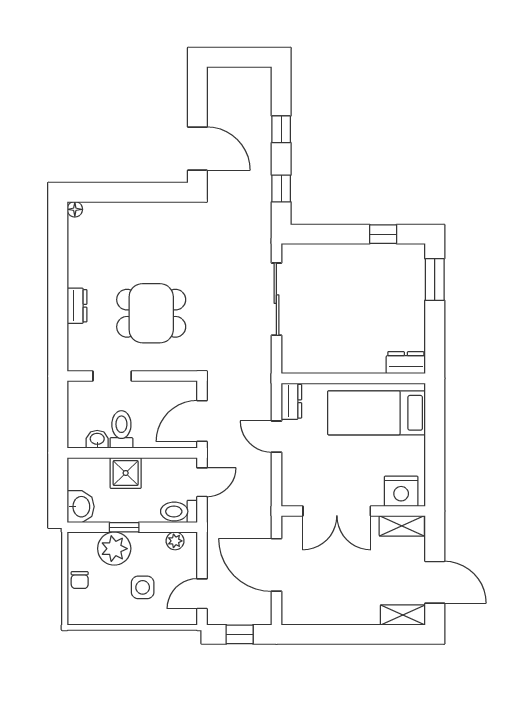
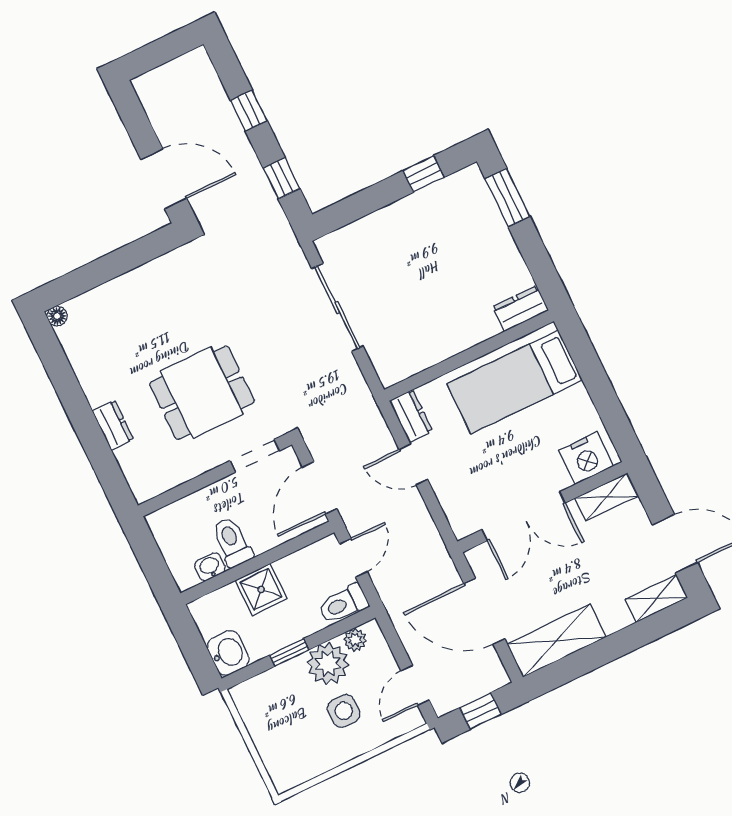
doorway: (112, 376) -> (255, 456), moved
plant: (114, 549) -> (328, 664), moved
chair: (80, 580) -> (268, 737), removed
shelving: (318, 610) -> (557, 640), added

